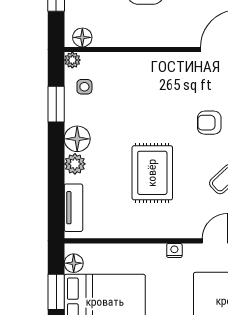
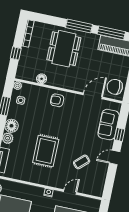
floor lamp: (82, 37) -> (42, 79), moved
armchair: (209, 123) -> (57, 100), moved

